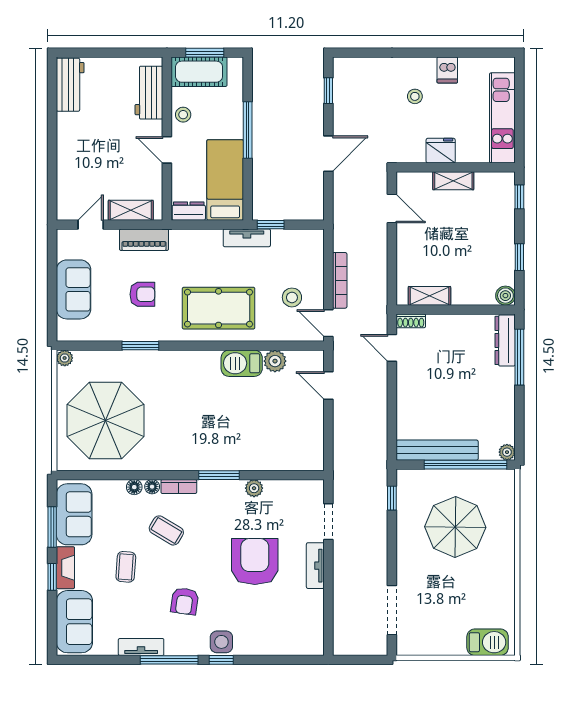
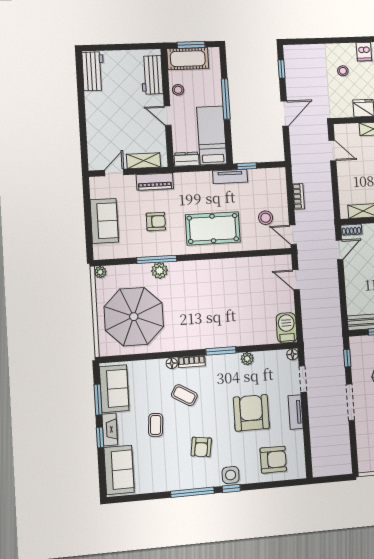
bookcase: (340, 280) -> (298, 196), width x0.64
window: (140, 346) -> (157, 259), width x1.44
door: (392, 348) -> (339, 250), swing flipped
plant: (275, 361) -> (160, 271), moved
barbecue: (242, 363) -> (287, 328), moved, turned 90
floor lamp: (134, 487) -> (292, 354), moved
doorway: (392, 610) -> (350, 402), moved
armchair: (280, 627) -> (273, 460), added
tv unit: (141, 647) -> (171, 484), removed

